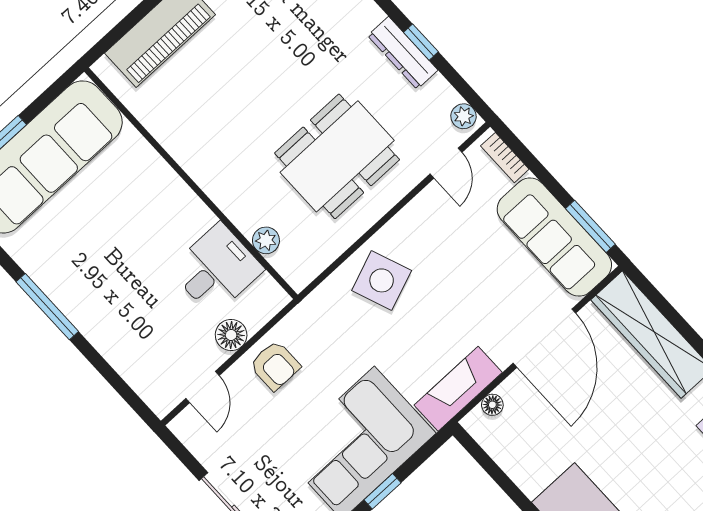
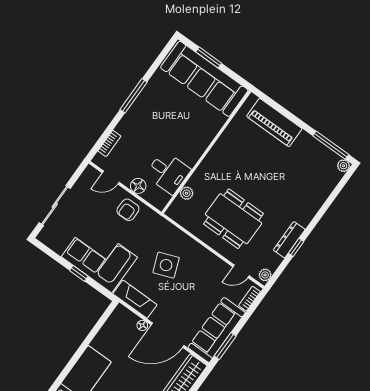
side table: (382, 280) -> (166, 265), moved
bookcase: (133, 375) -> (109, 143), added
floor lamp: (492, 405) -> (142, 325), moved

